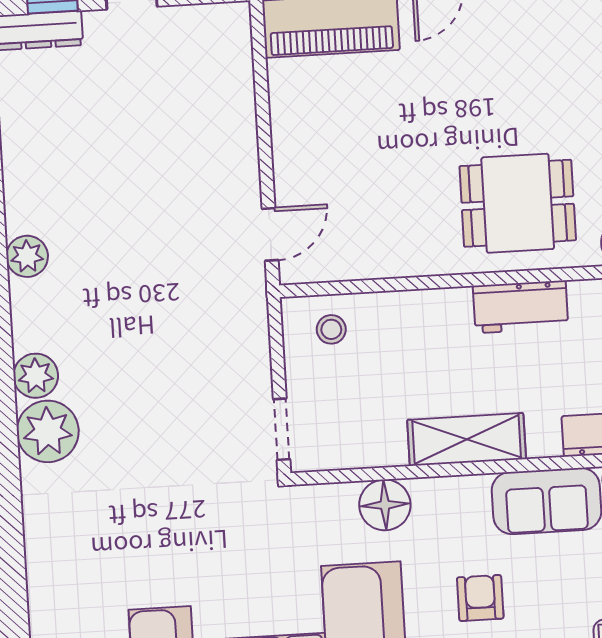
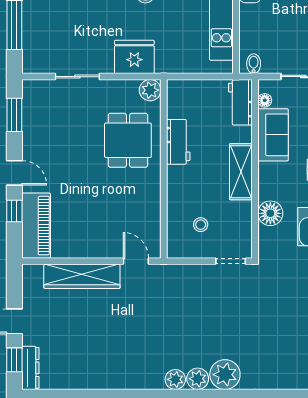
wardrobe: (232, 125) -> (82, 276), added
plant: (27, 256) -> (175, 379), moved
stool: (331, 329) -> (201, 225), moved

